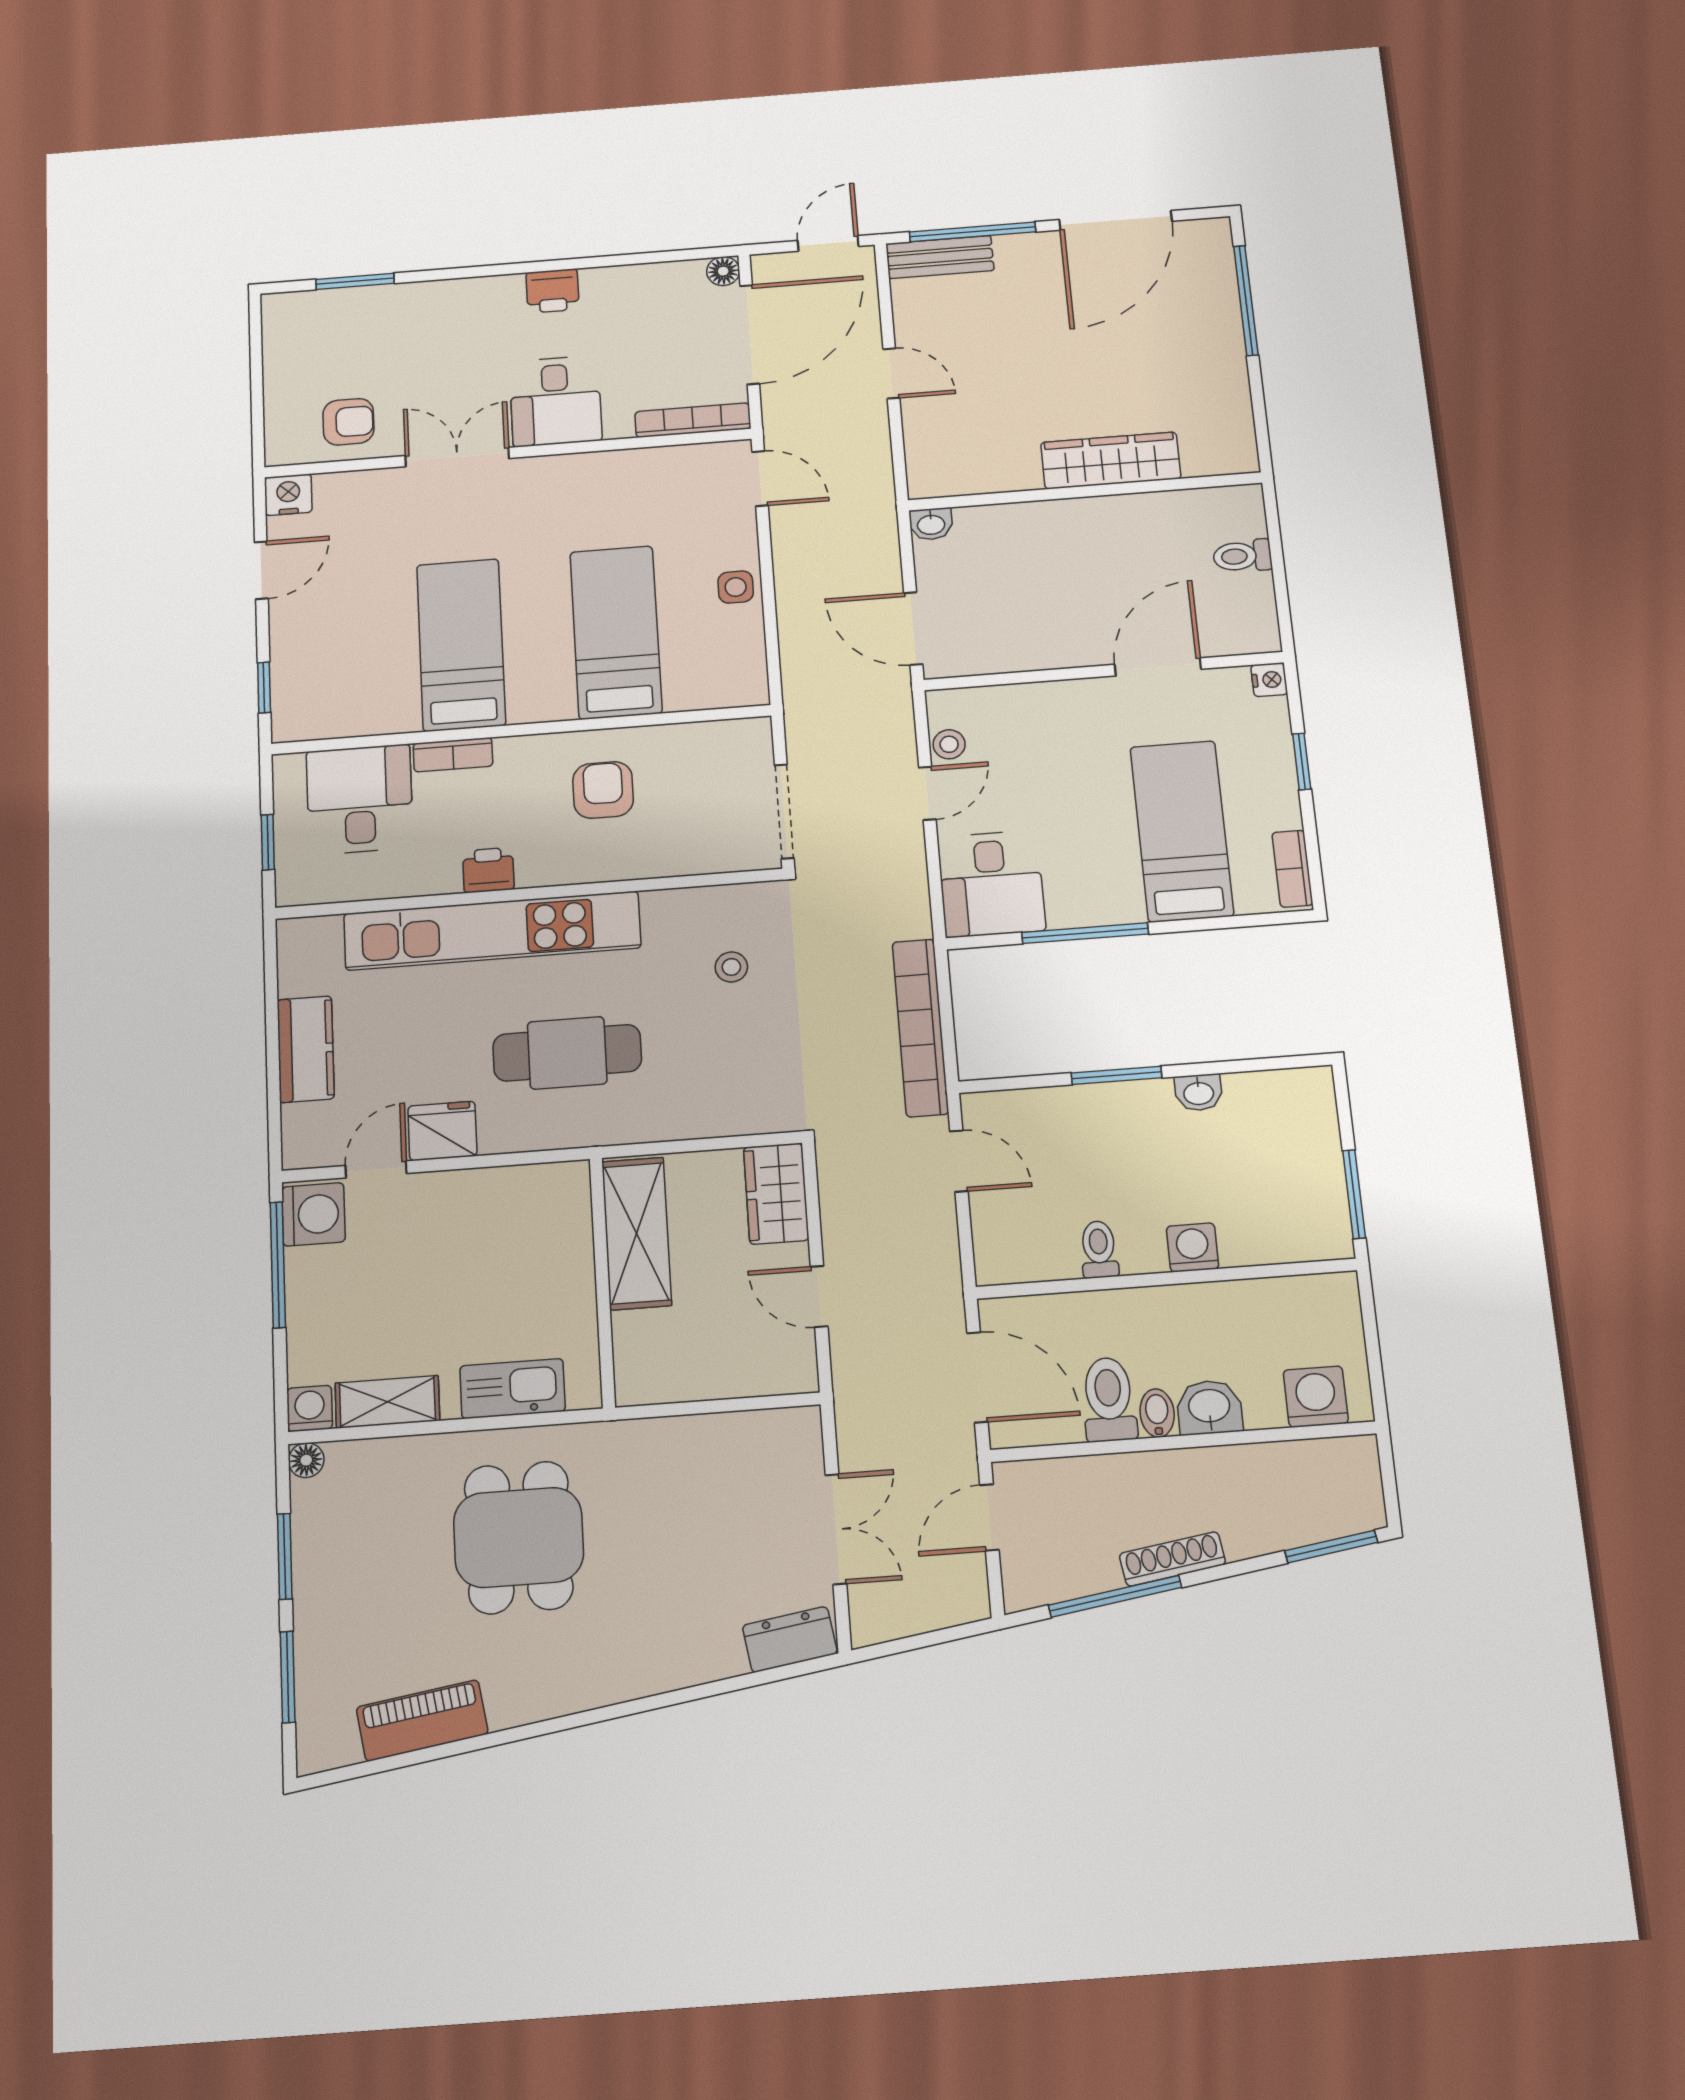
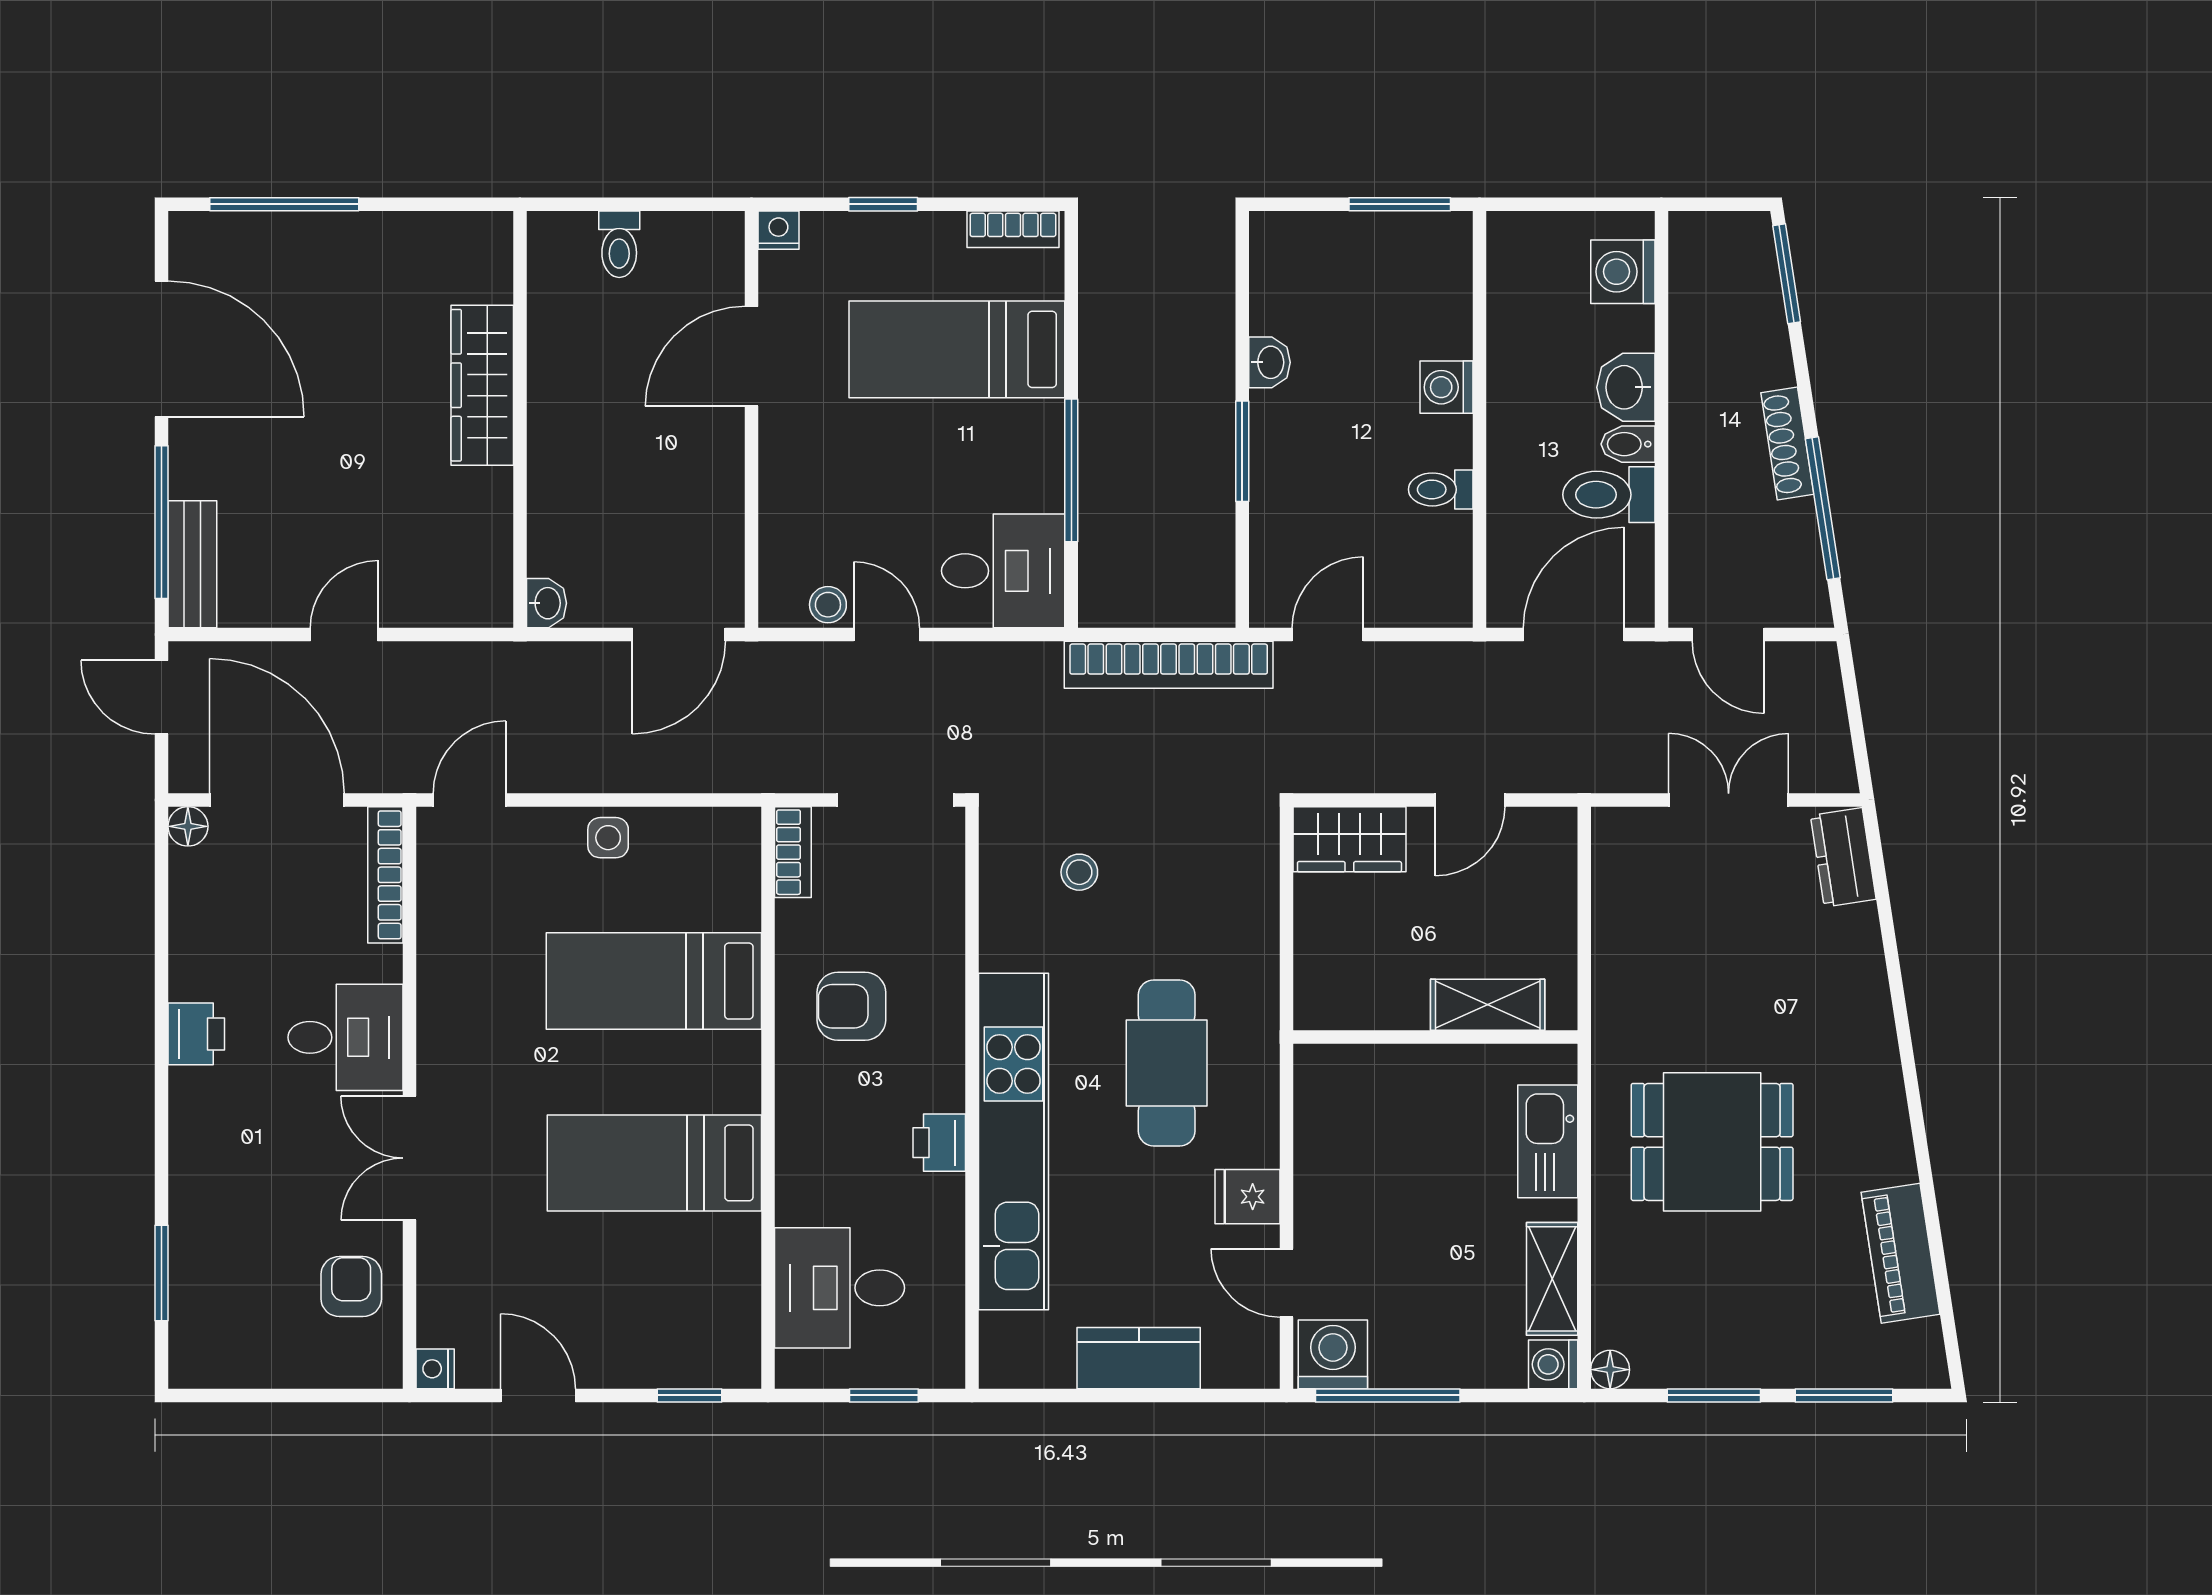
nightstand: (288, 495) -> (435, 1369), width x0.72, depth x0.74
door: (1158, 667) -> (751, 356), hinge flipped
bookcase: (453, 755) -> (793, 852), moved
fridge: (442, 1131) -> (1247, 1197), width x0.72
shelving: (637, 1233) -> (1488, 1005), moved, width x0.67, depth x0.75

